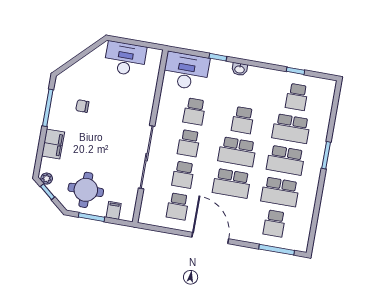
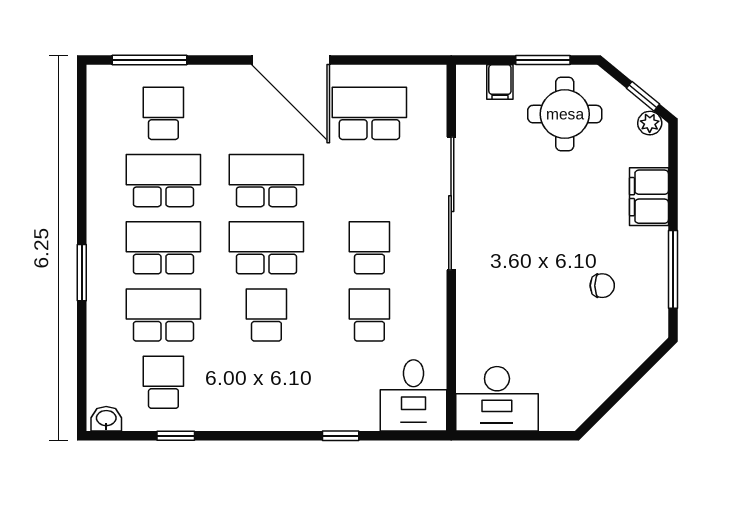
desk: (125, 59) -> (497, 399), moved
washbasin: (240, 69) -> (106, 419), moved
desk: (186, 71) -> (414, 395), width x0.73
school desk: (183, 175) -> (369, 181), removed
school desk: (178, 206) -> (369, 113), width x1.85

